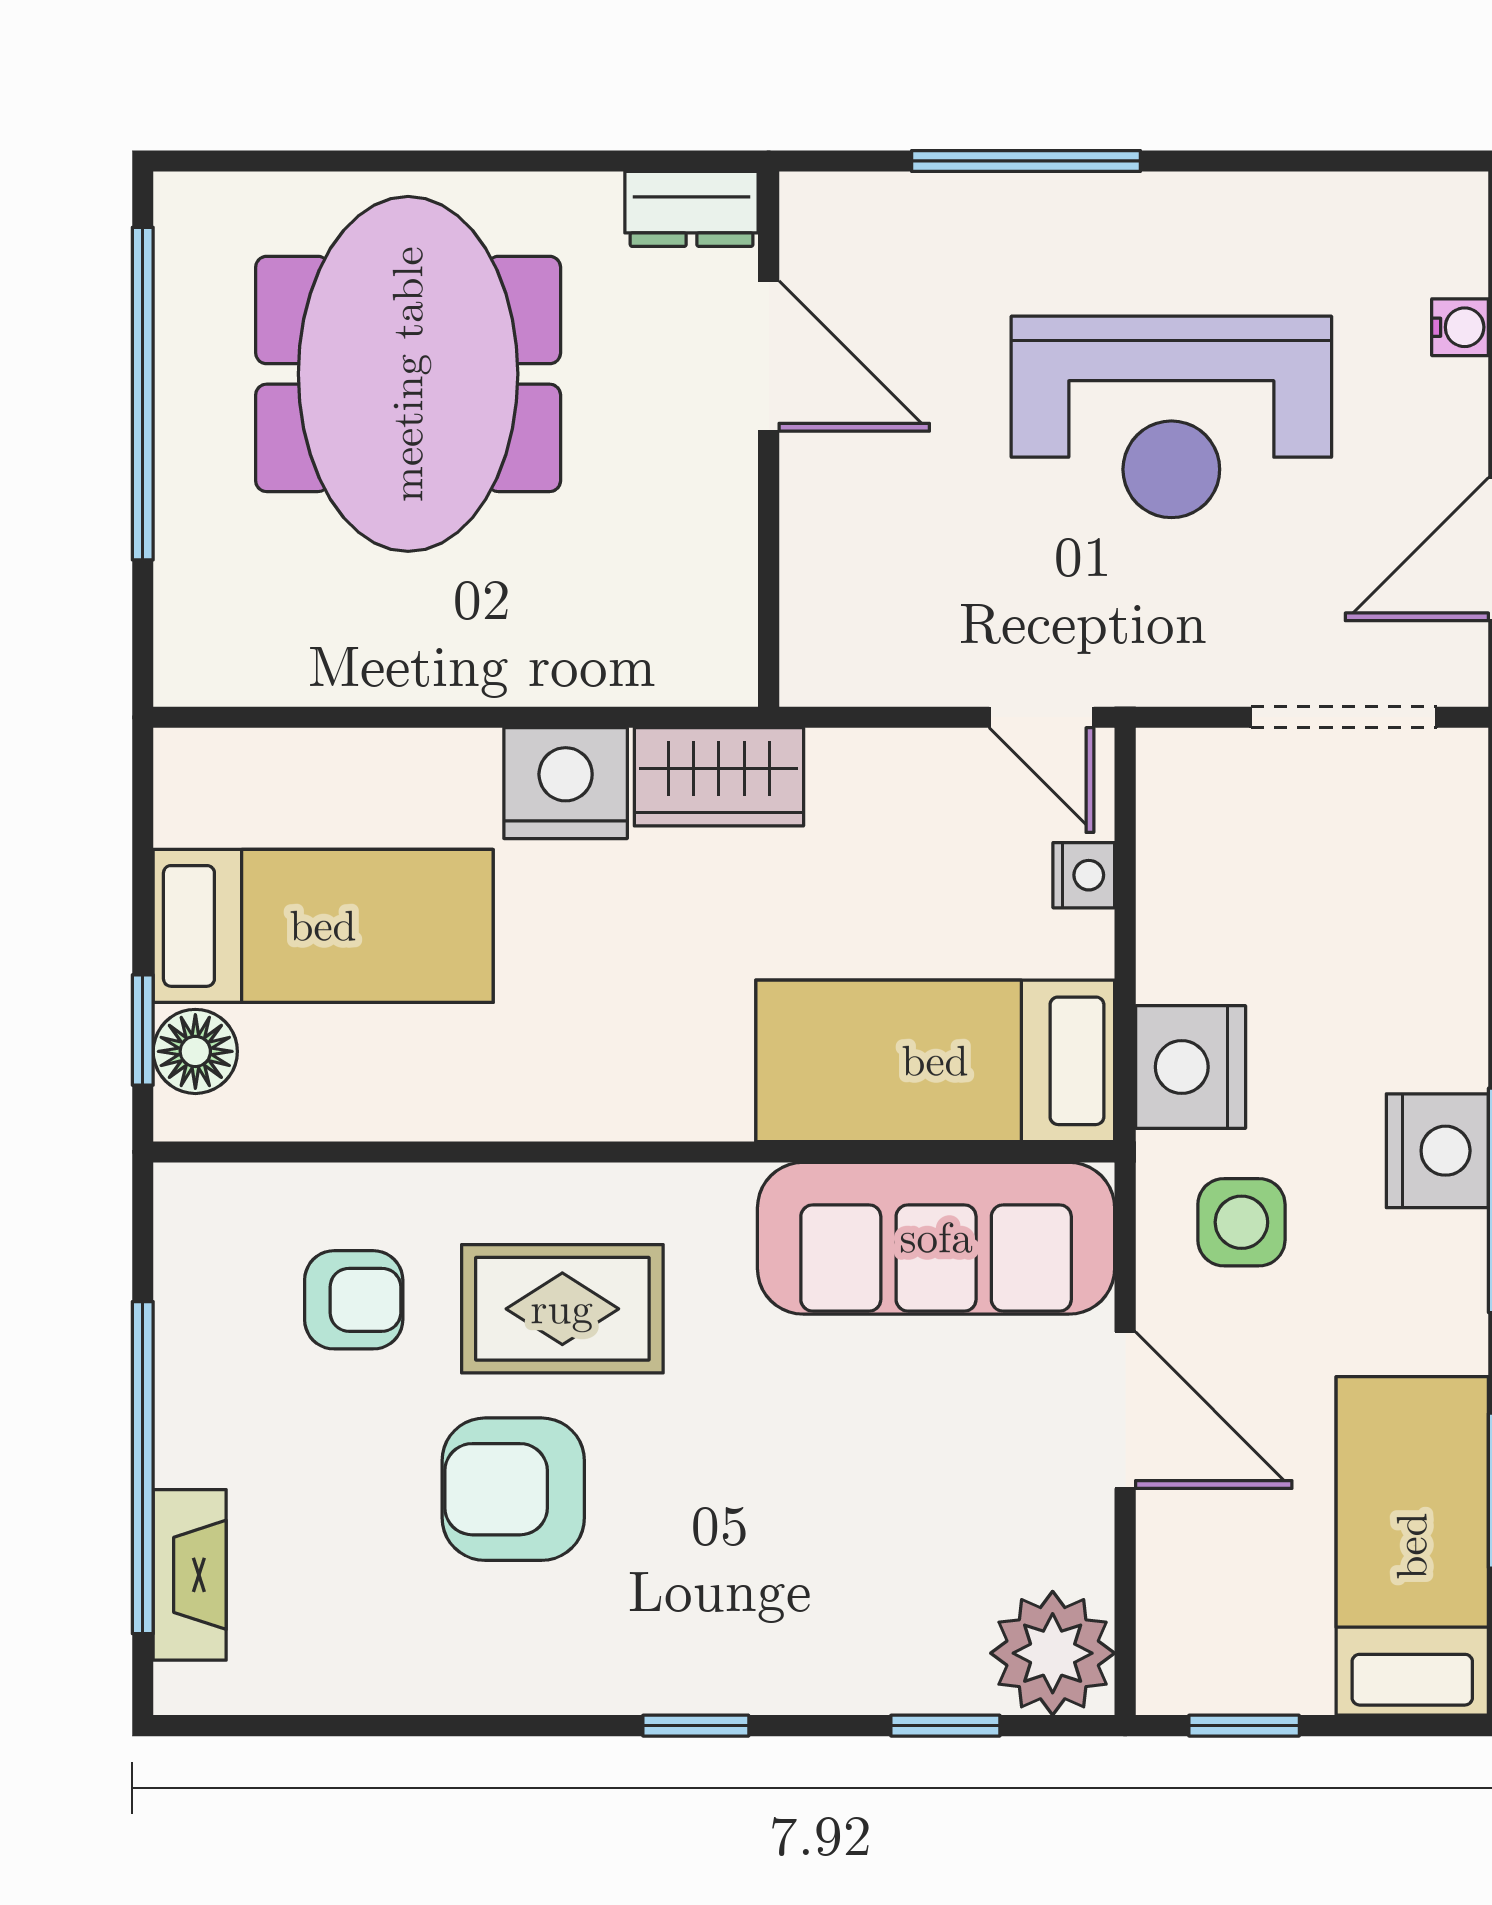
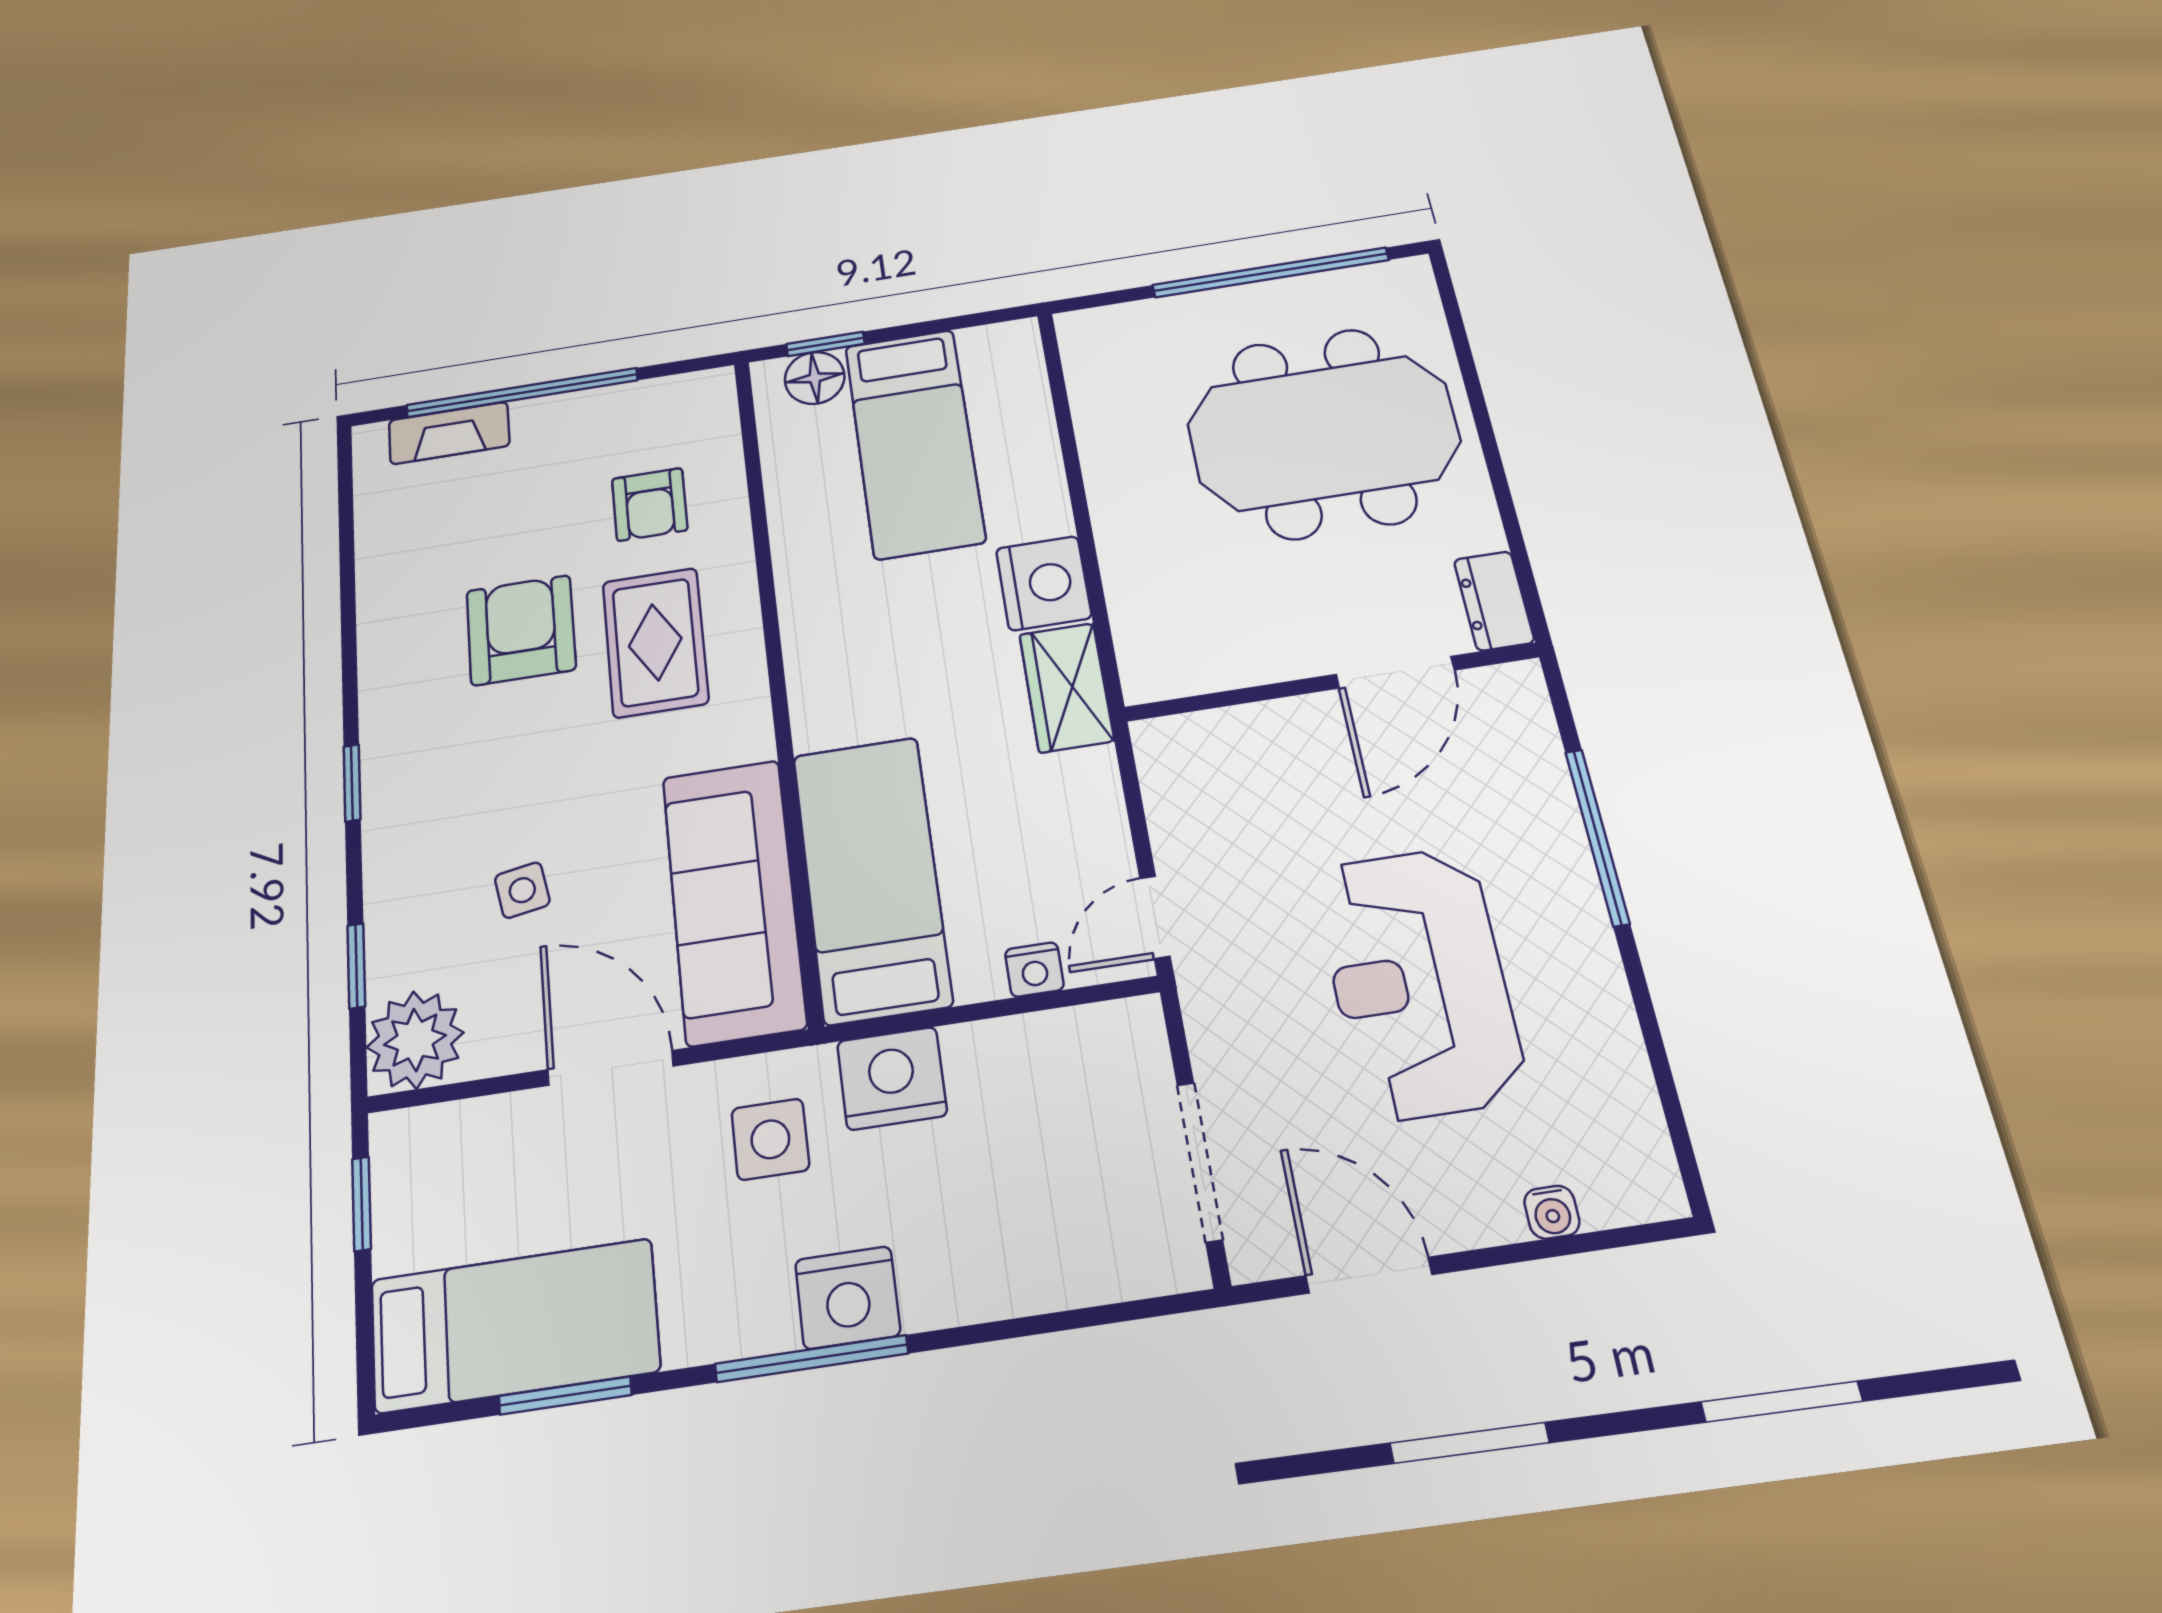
door: (1125, 1410) -> (611, 1068), swing flipped
side table: (879, 1507) -> (522, 890), added

